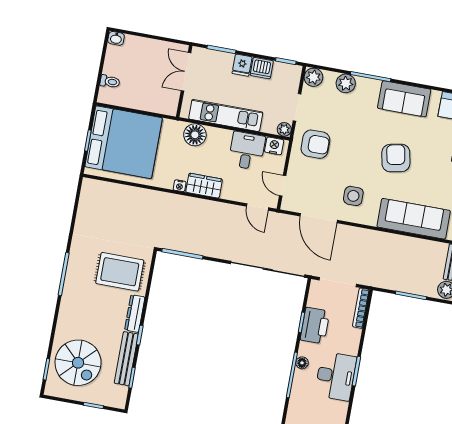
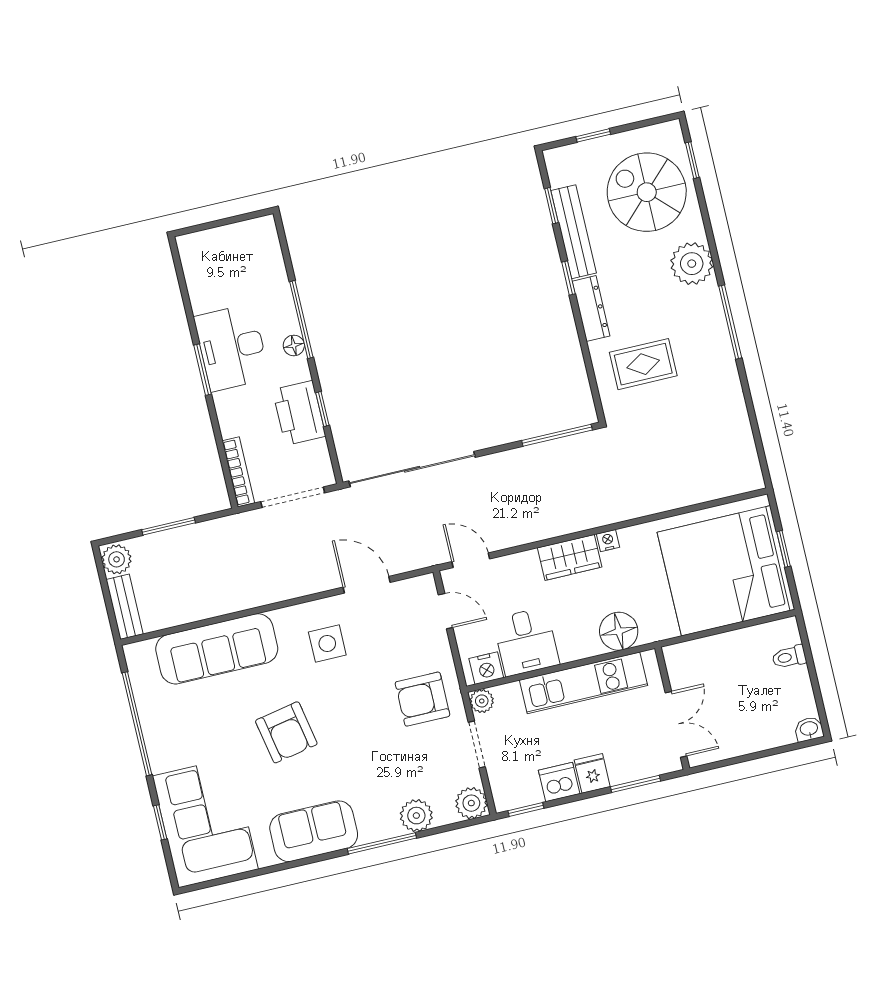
door: (319, 218) -> (367, 585), width x0.73
rug: (120, 272) -> (643, 364), width x0.73, depth x0.70
plant: (71, 314) -> (692, 264), added

